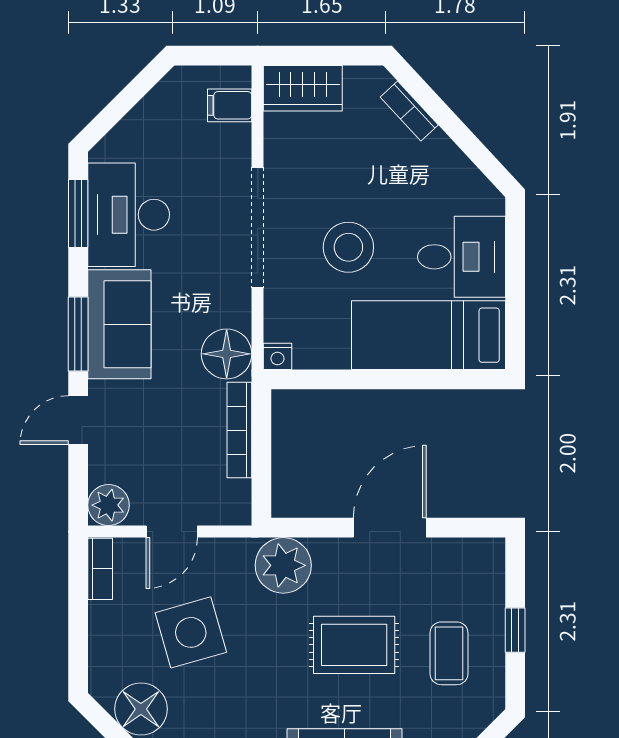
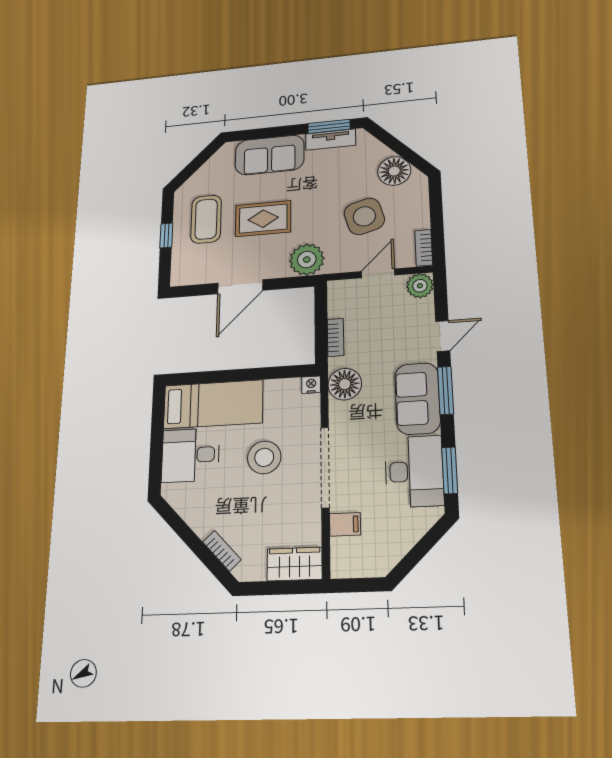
filing cabinet: (230, 105) -> (345, 524), moved
bookcase: (239, 430) -> (336, 337), width x0.64
coffee table: (449, 653) -> (206, 219), width x1.36, depth x1.30

